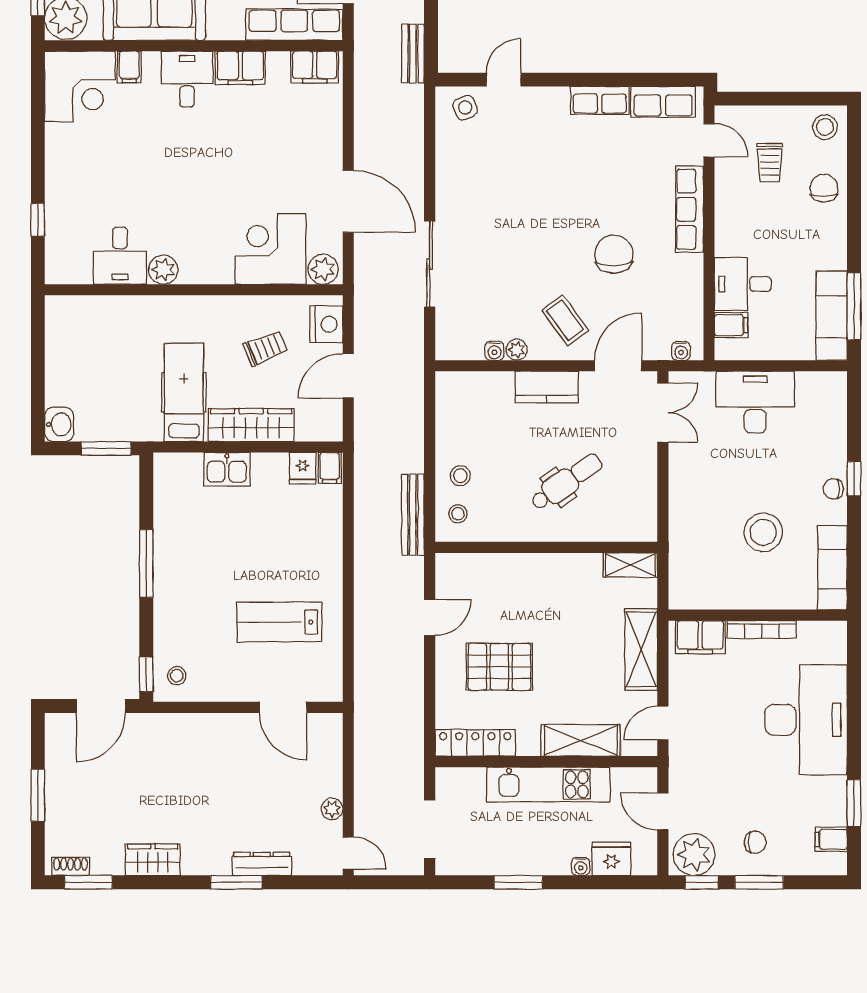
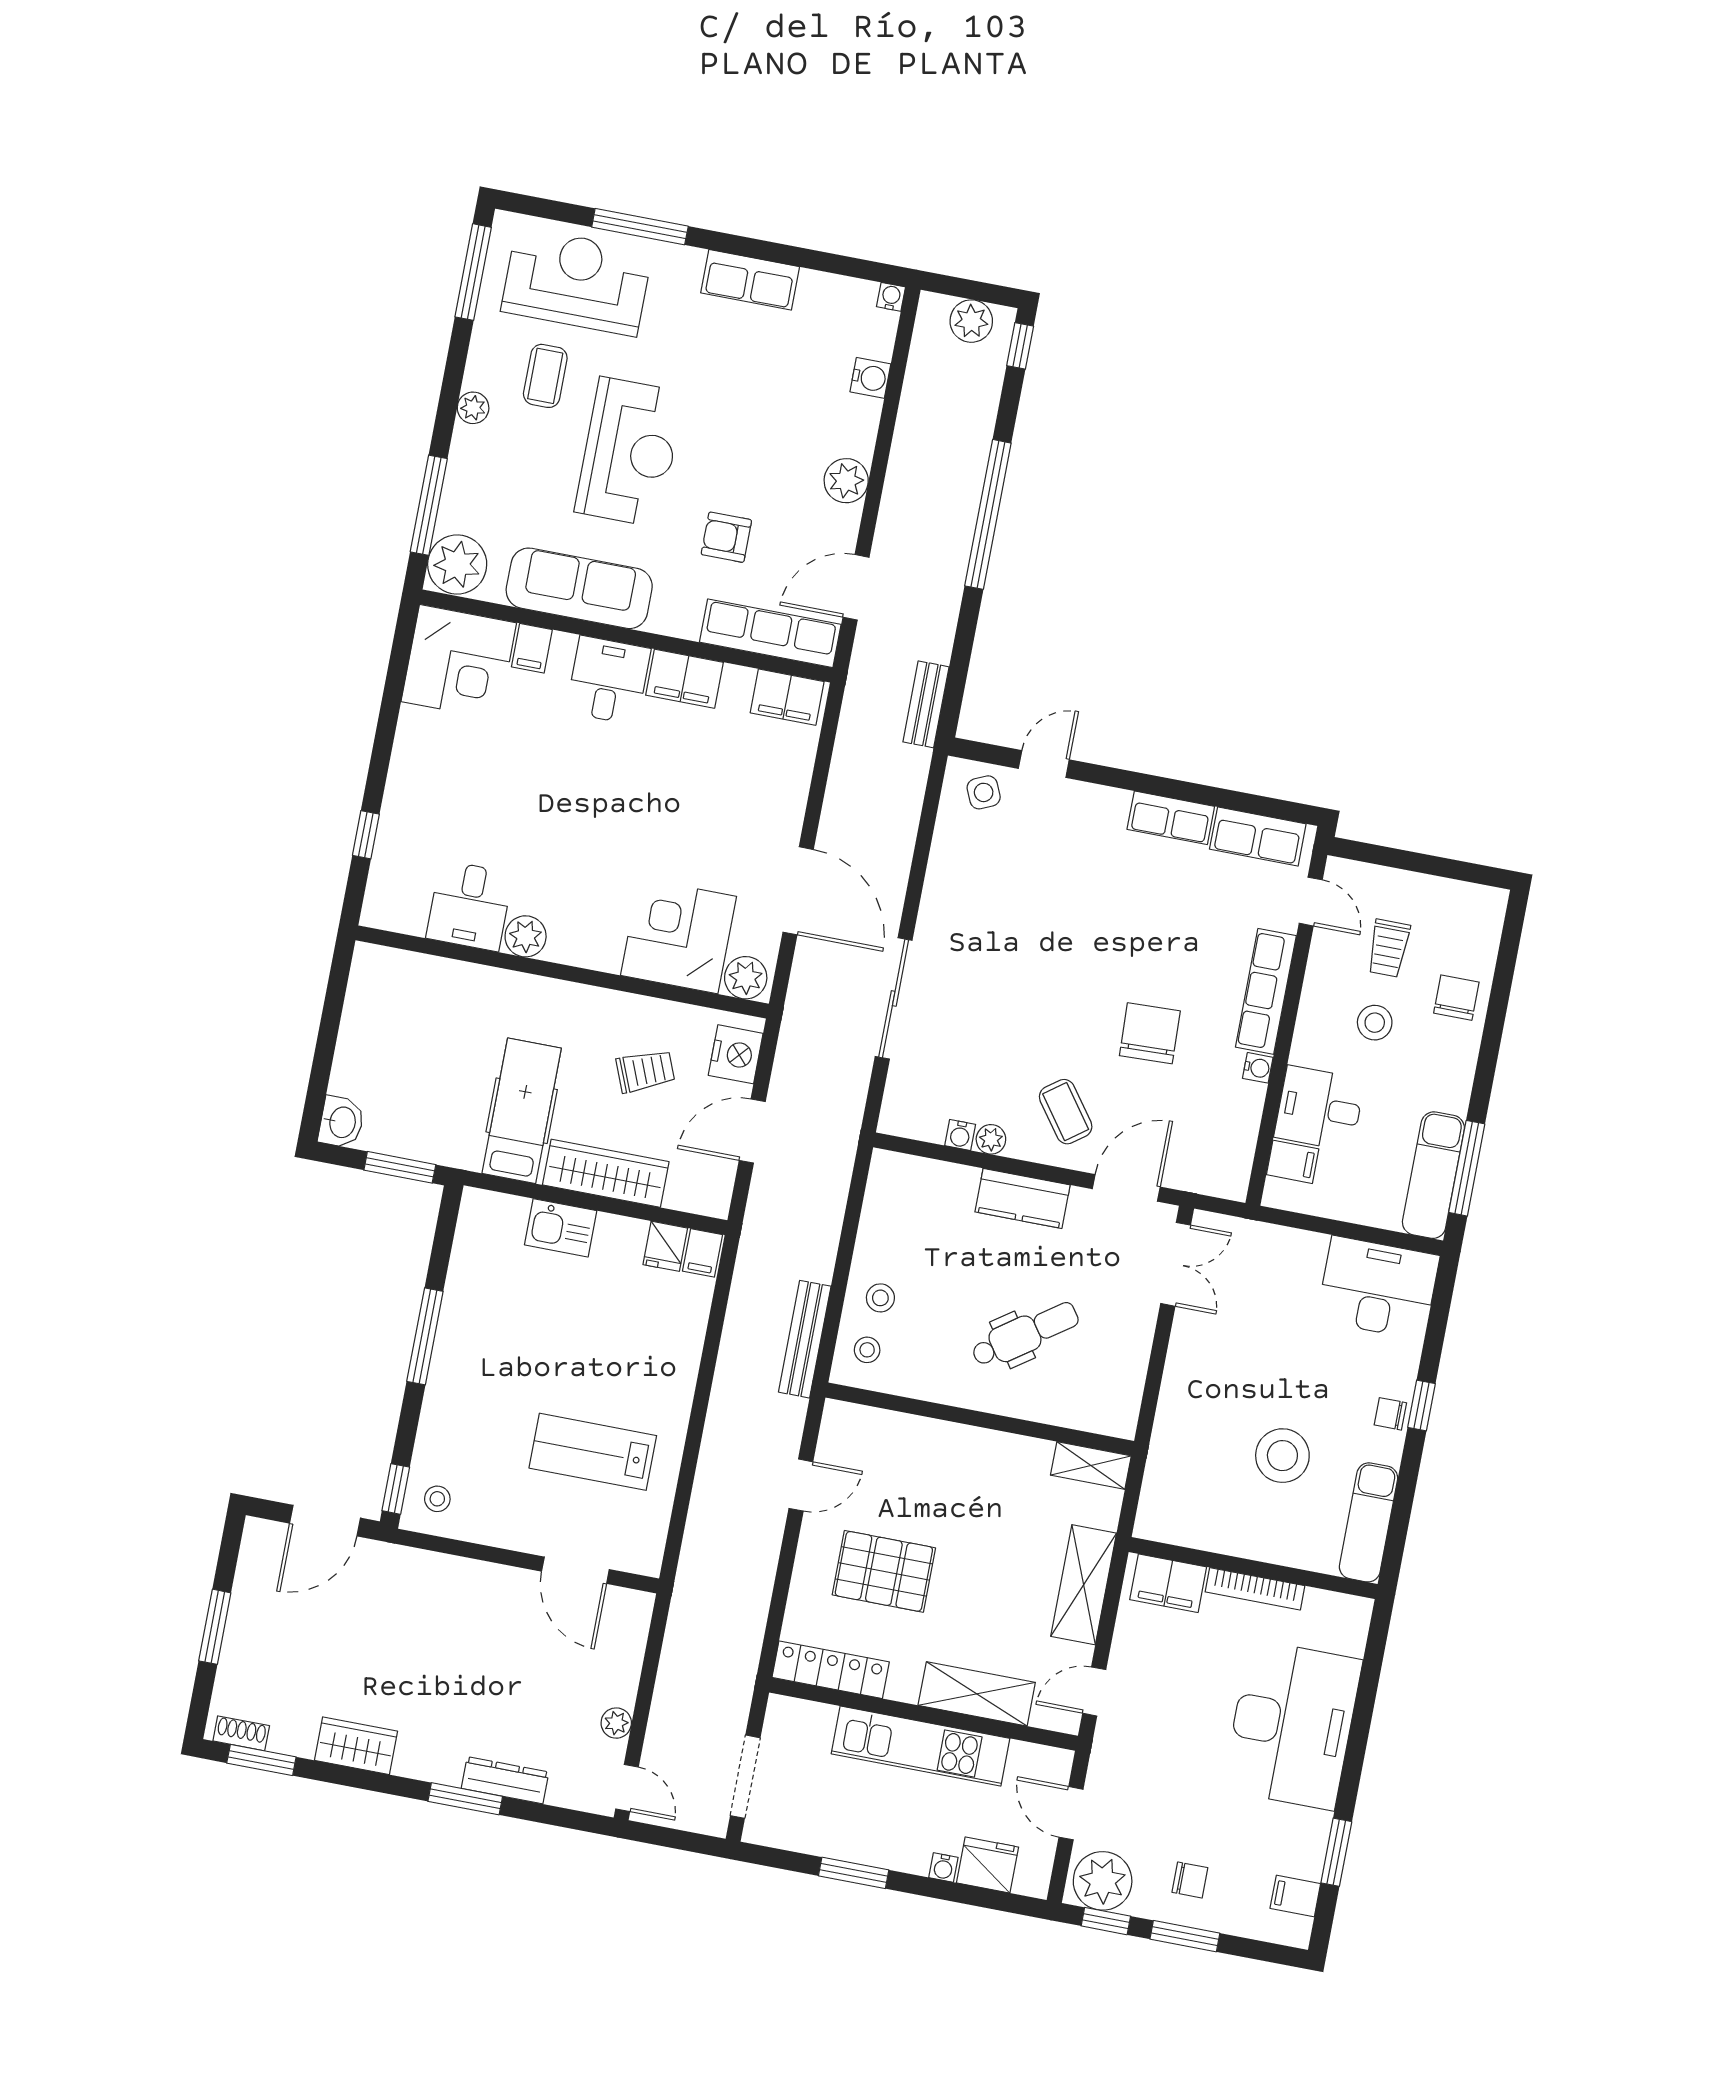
stool: (825, 127) -> (1375, 1023), moved
water cooler: (681, 351) -> (1258, 1068), moved, turned -90
desk: (755, 402) -> (1378, 1288), moved

